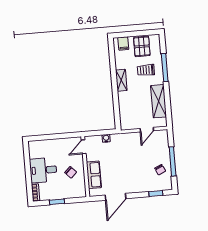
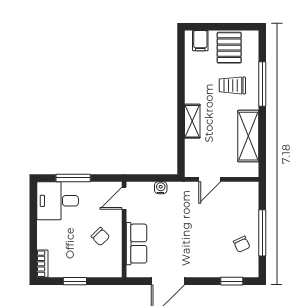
shelving: (121, 80) -> (192, 121), moved
door: (147, 130) -> (210, 179), moved
window: (50, 137) -> (73, 178), added
desk: (43, 170) -> (58, 201), moved

